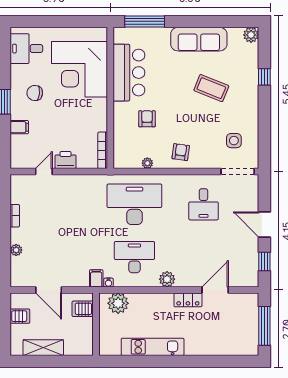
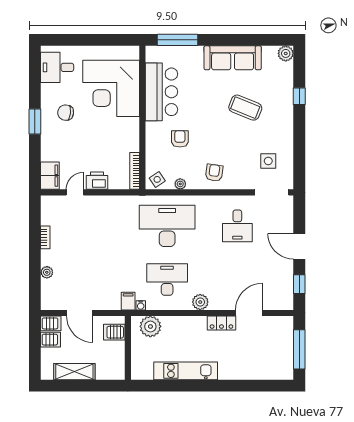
filing cabinet: (19, 127) -> (50, 176), moved, width x2.00
side table: (125, 159) -> (157, 179), added
server rack: (20, 300) -> (51, 323), added

